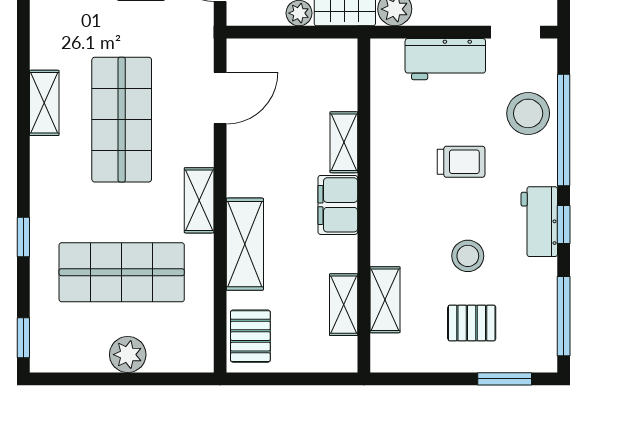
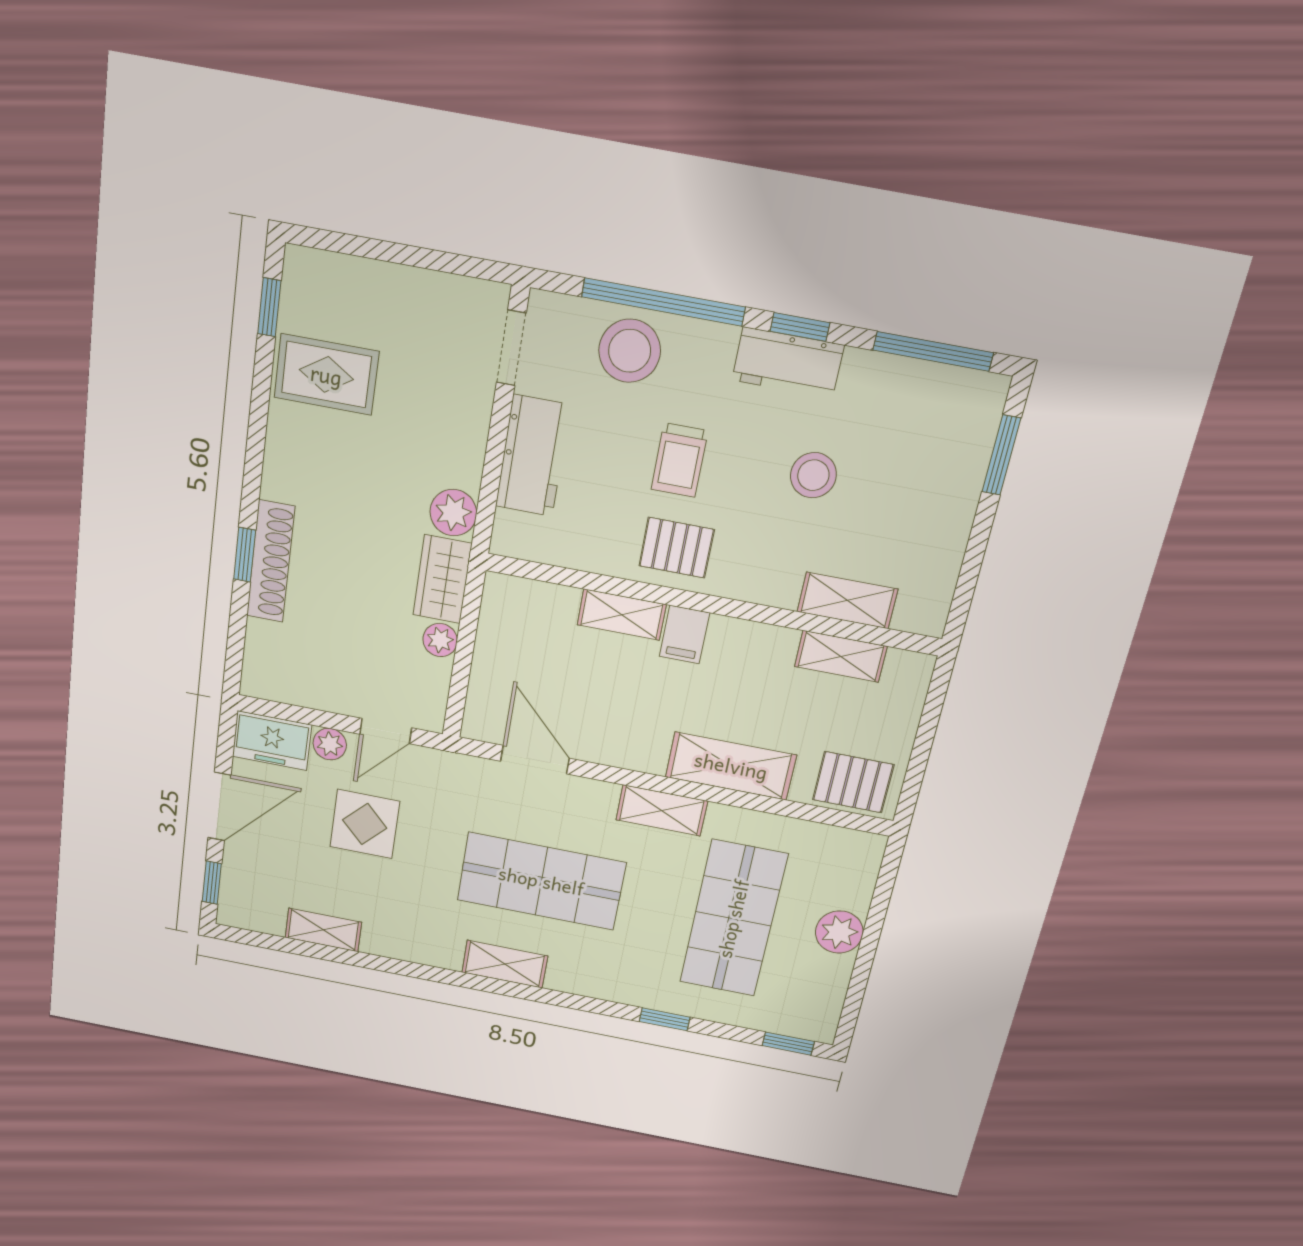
trolley: (461, 162) -> (679, 460), turned 180
filing cabinet: (338, 205) -> (684, 635), width x0.50
pallet: (472, 323) -> (677, 548), moved, turned 90

